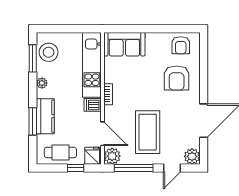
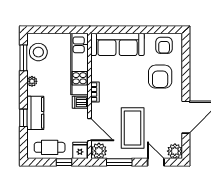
sofa: (124, 44) -> (118, 44), width x1.36
window: (33, 121) -> (23, 118), width x0.67
window: (134, 168) -> (119, 162), width x0.69
door: (172, 168) -> (156, 162), swing flipped

